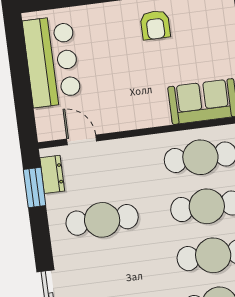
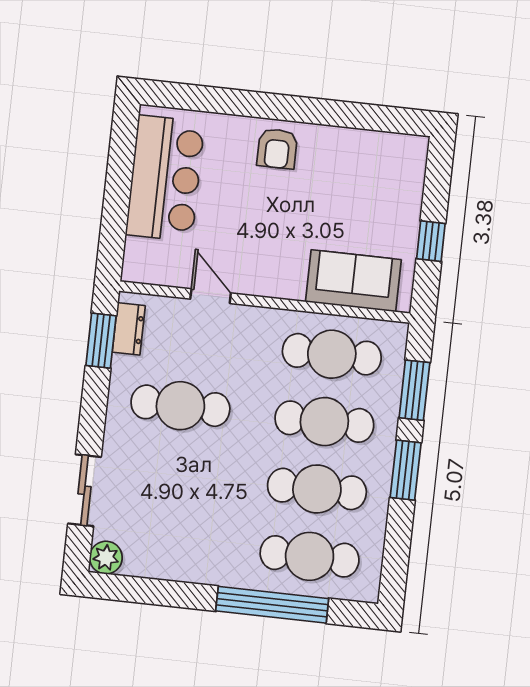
armchair: (155, 25) -> (277, 149), moved
door: (82, 140) -> (211, 296), moved

